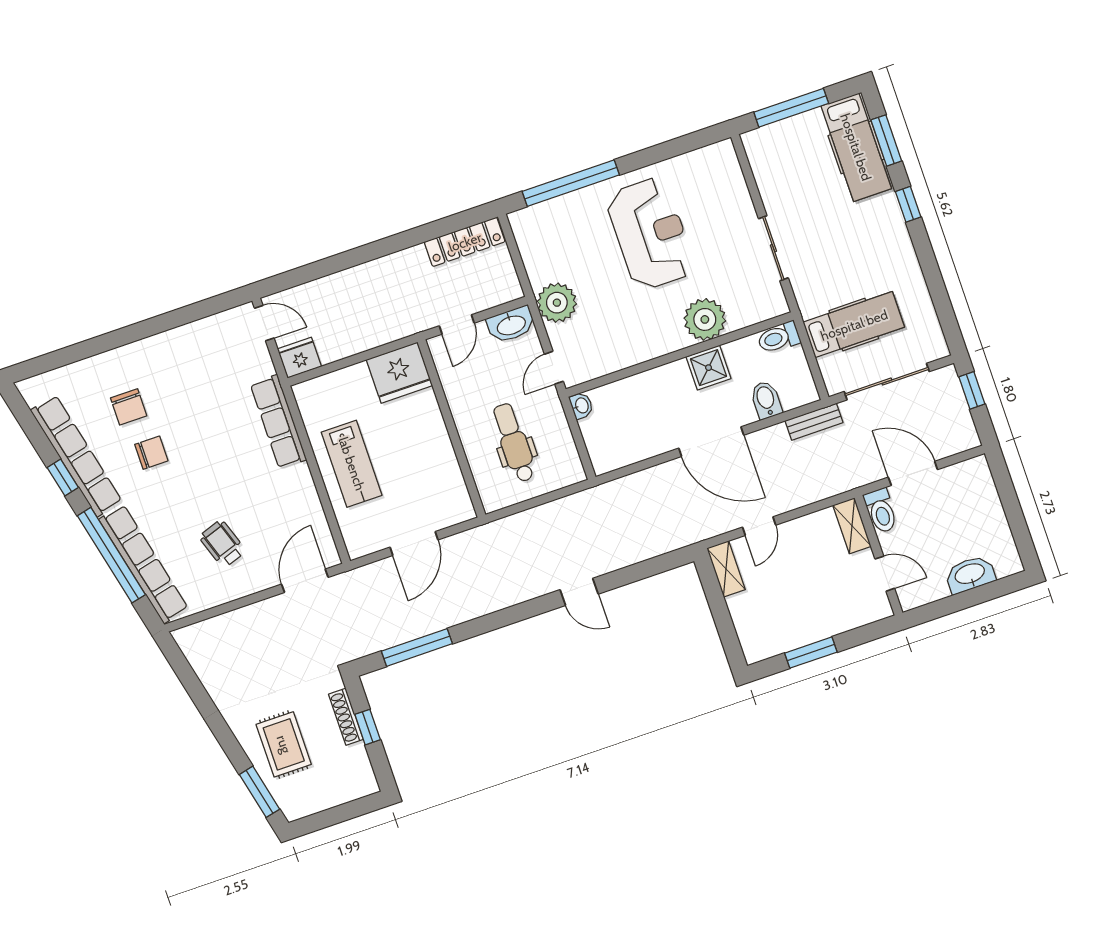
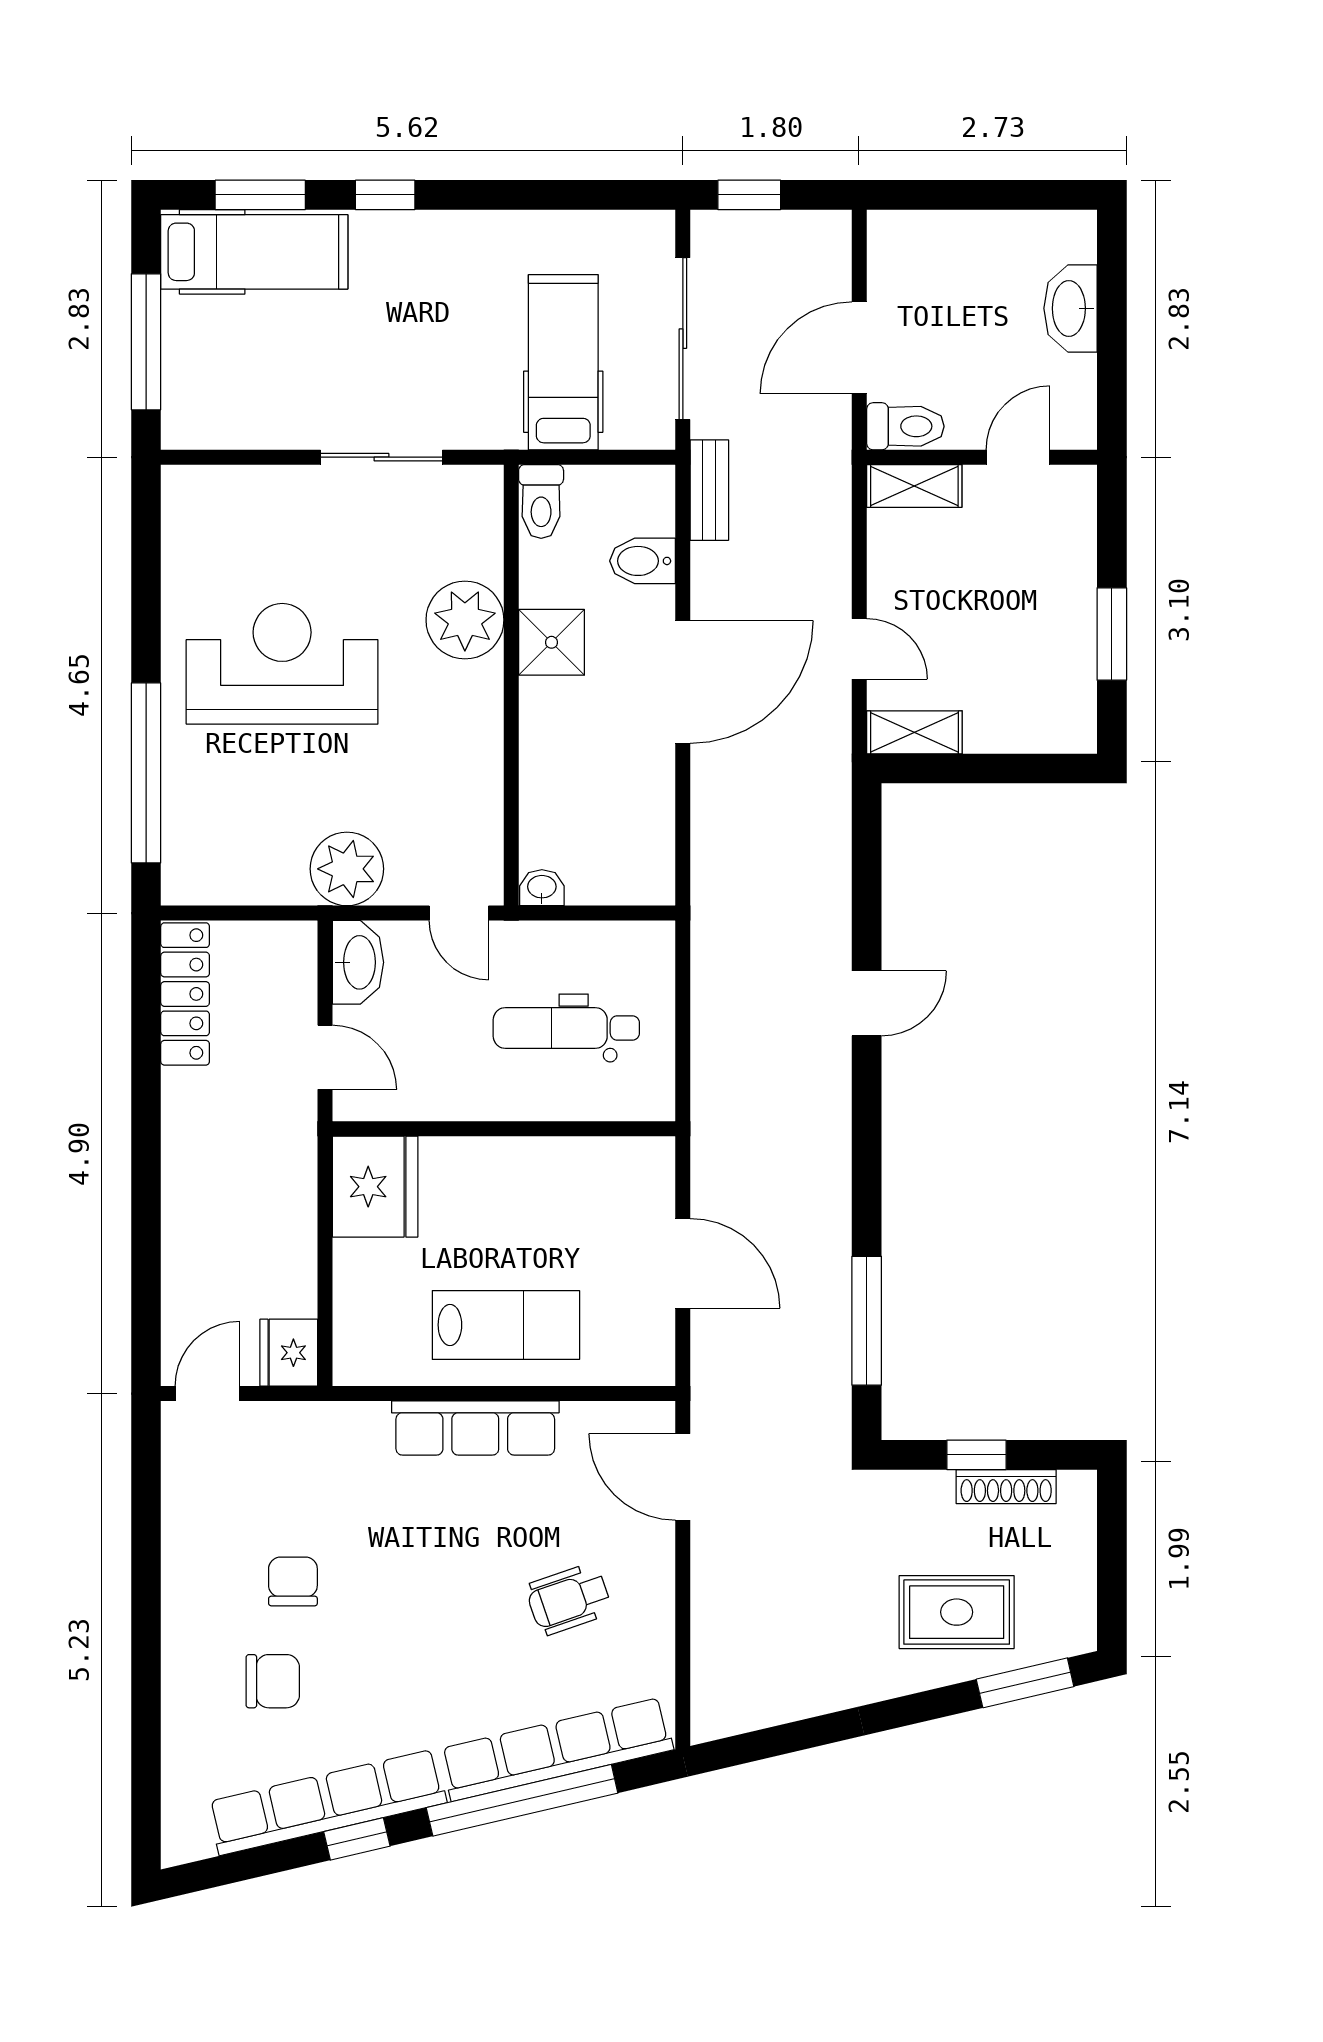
row of seats: (278, 422) -> (475, 1428), moved
chair: (151, 453) -> (293, 1581), moved
shoe rack: (346, 717) -> (1006, 1487), moved

